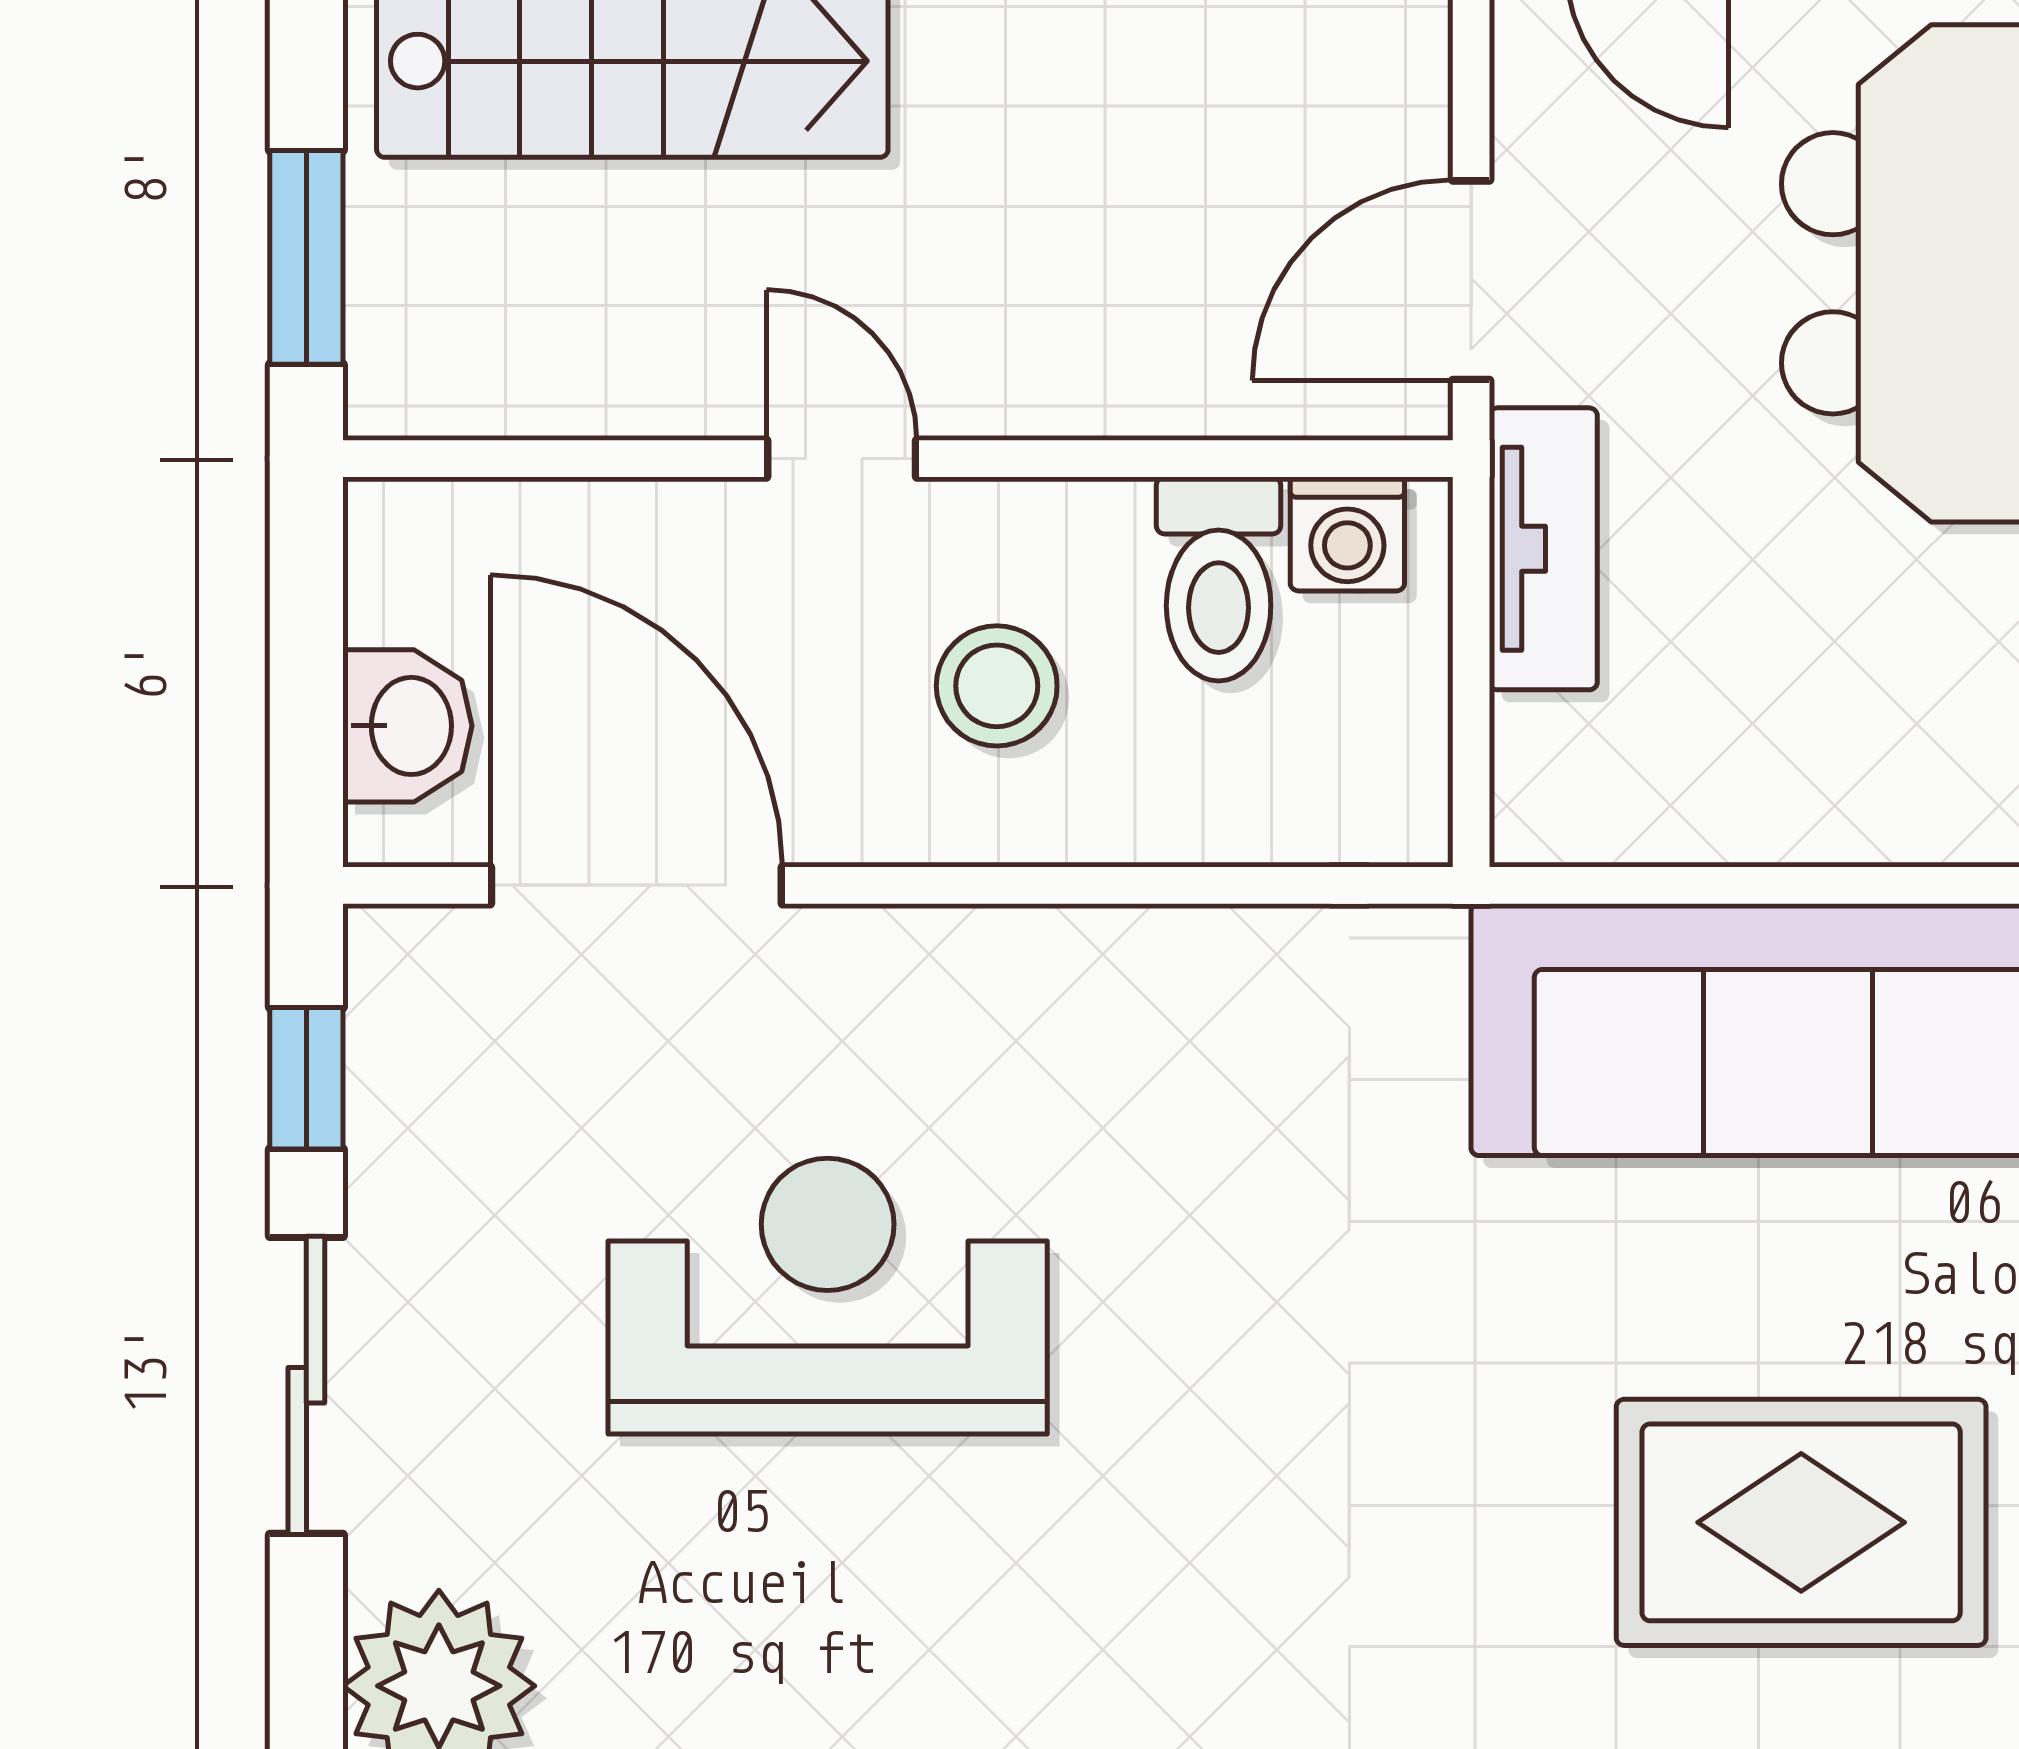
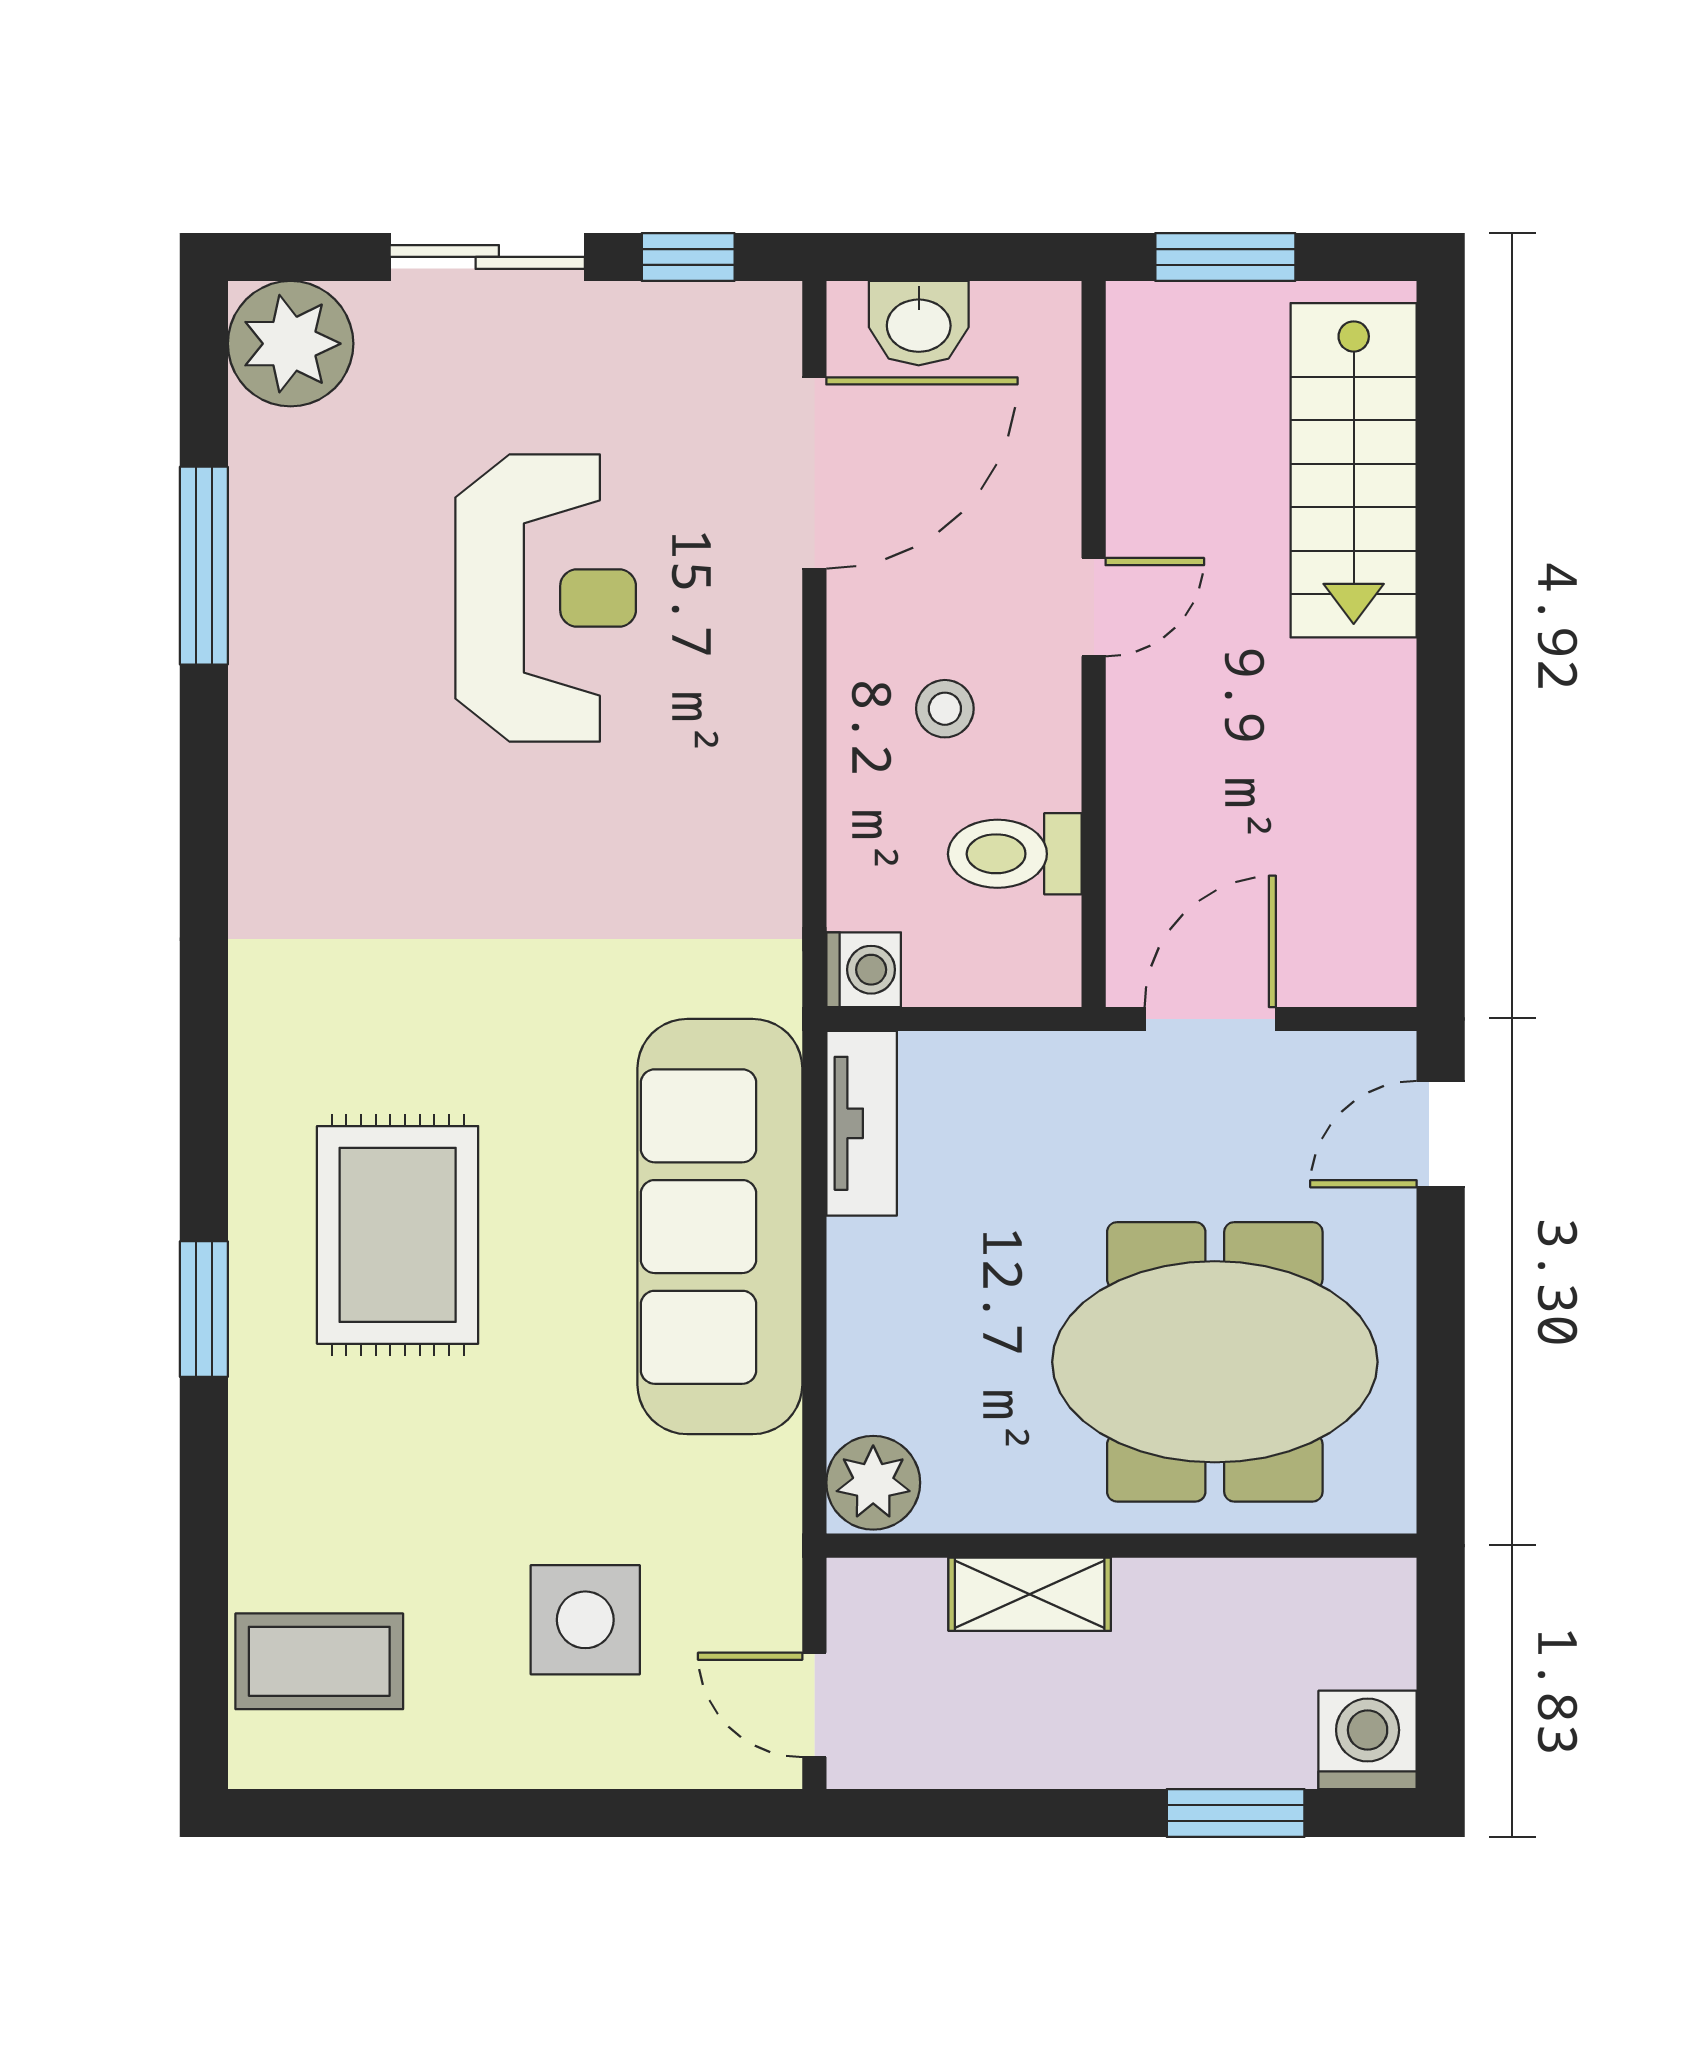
door: (1471, 280) -> (1210, 1019), hinge flipped
washing machine: (1347, 534) -> (864, 970), moved, turned 180
tv unit: (1543, 549) -> (862, 1123), moved, turned -90
stool: (997, 686) -> (945, 709), width x0.73, depth x0.73

